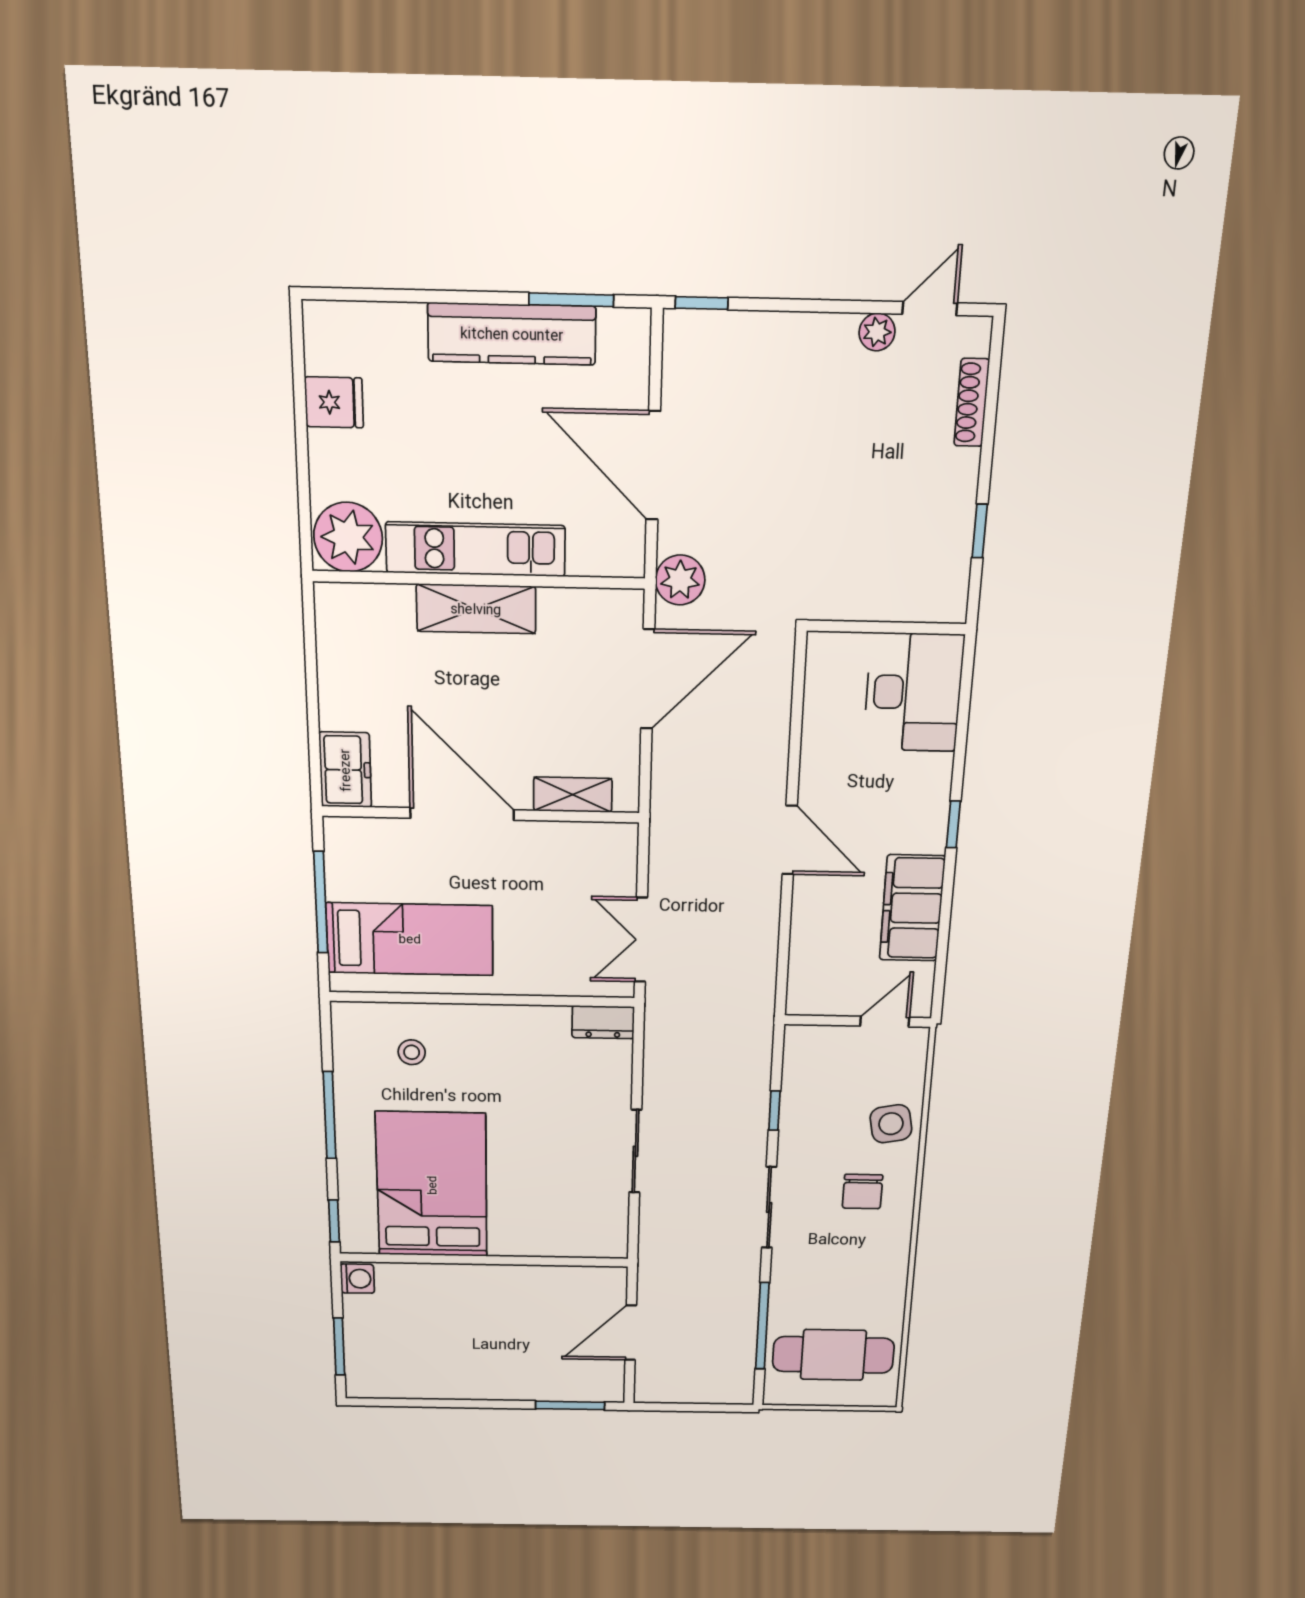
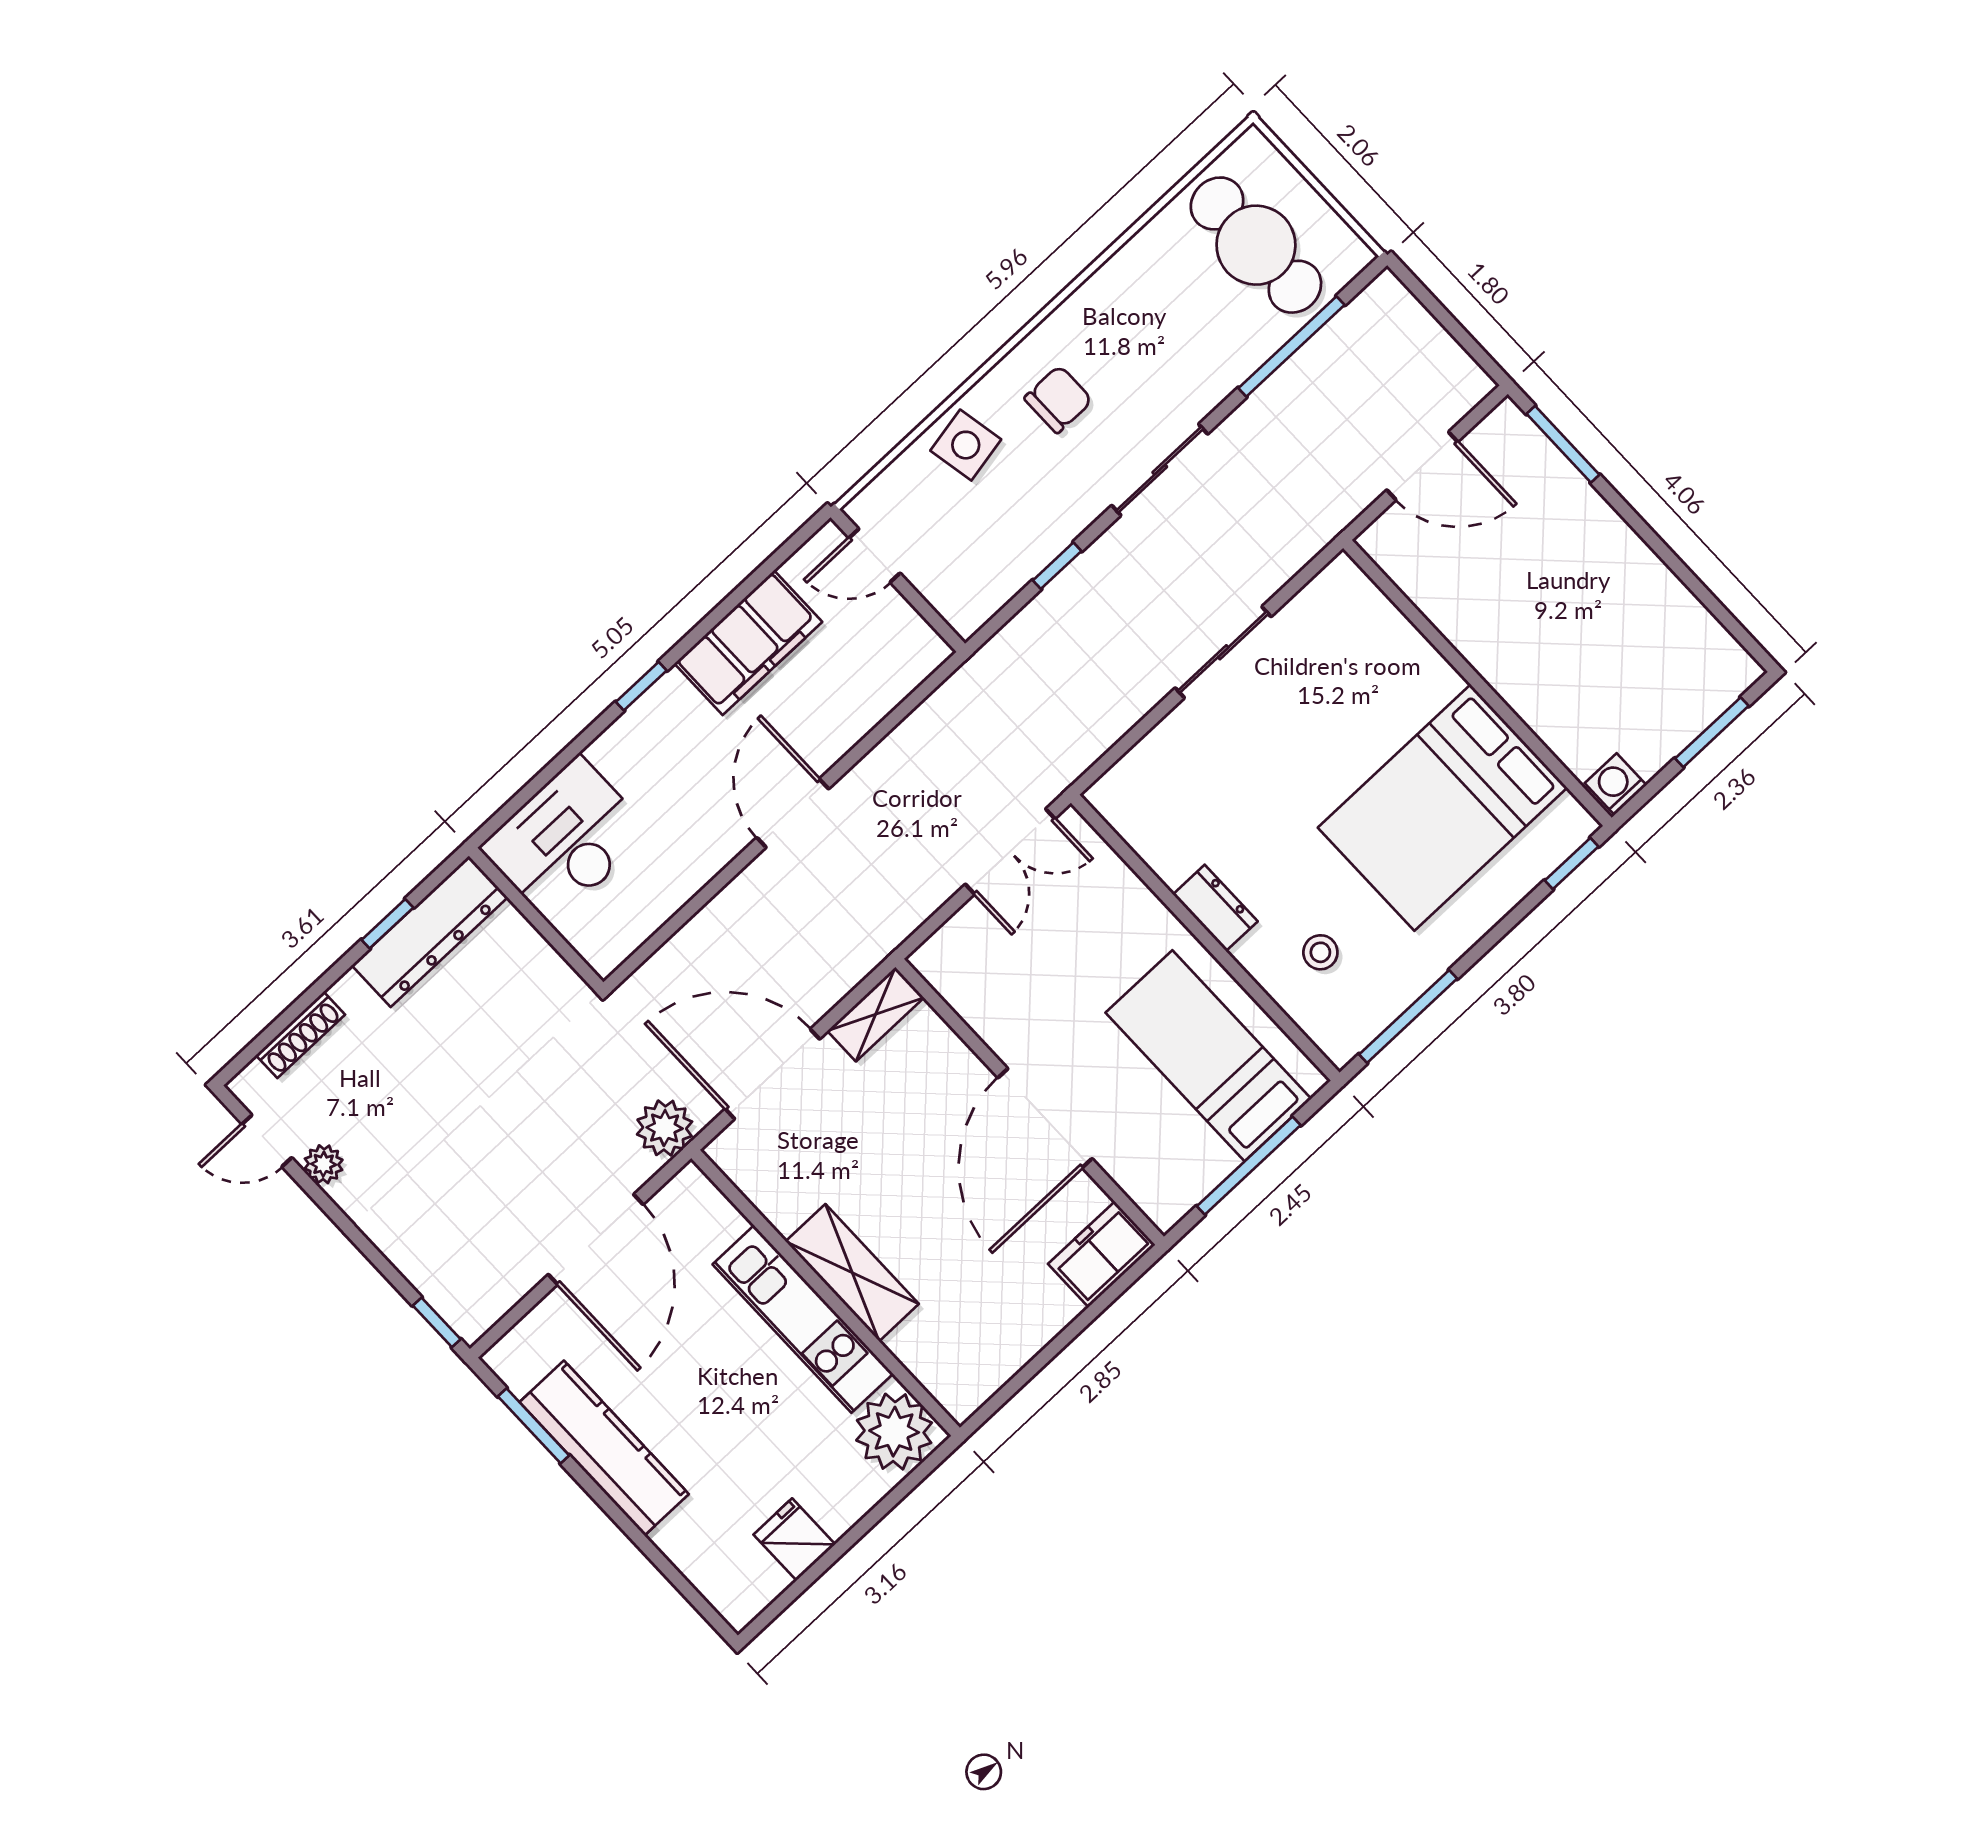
dresser: (948, 553) -> (430, 931), added
shelving: (573, 795) -> (876, 1014), moved, turned 90
dresser: (603, 1022) -> (1215, 908), moved
window: (330, 1115) -> (1408, 1017), moved

